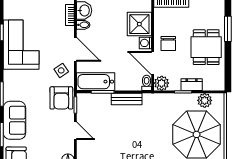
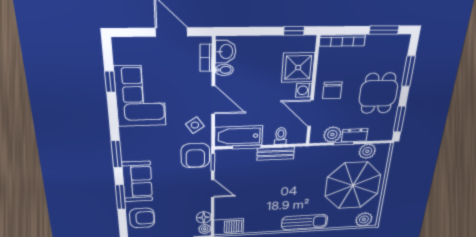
window: (228, 71) -> (400, 119), added
toilet: (147, 83) -> (281, 136), moved
plant: (162, 83) -> (332, 134), moved

